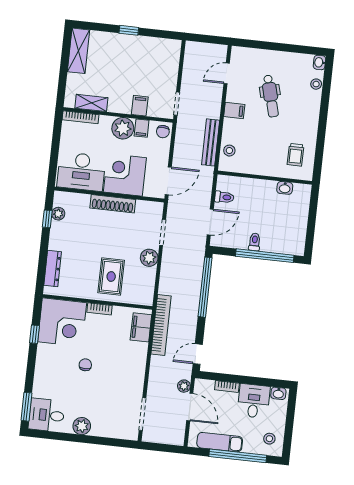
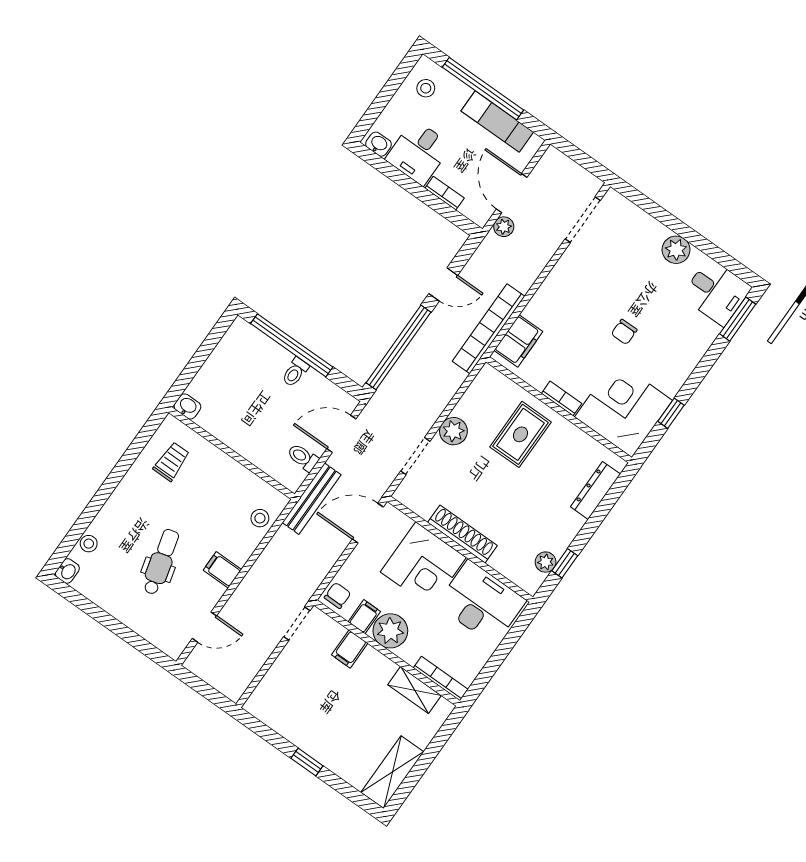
bench: (211, 142) -> (312, 499), moved
washbasin: (285, 188) -> (187, 406), moved
door: (198, 354) -> (443, 284), moved

